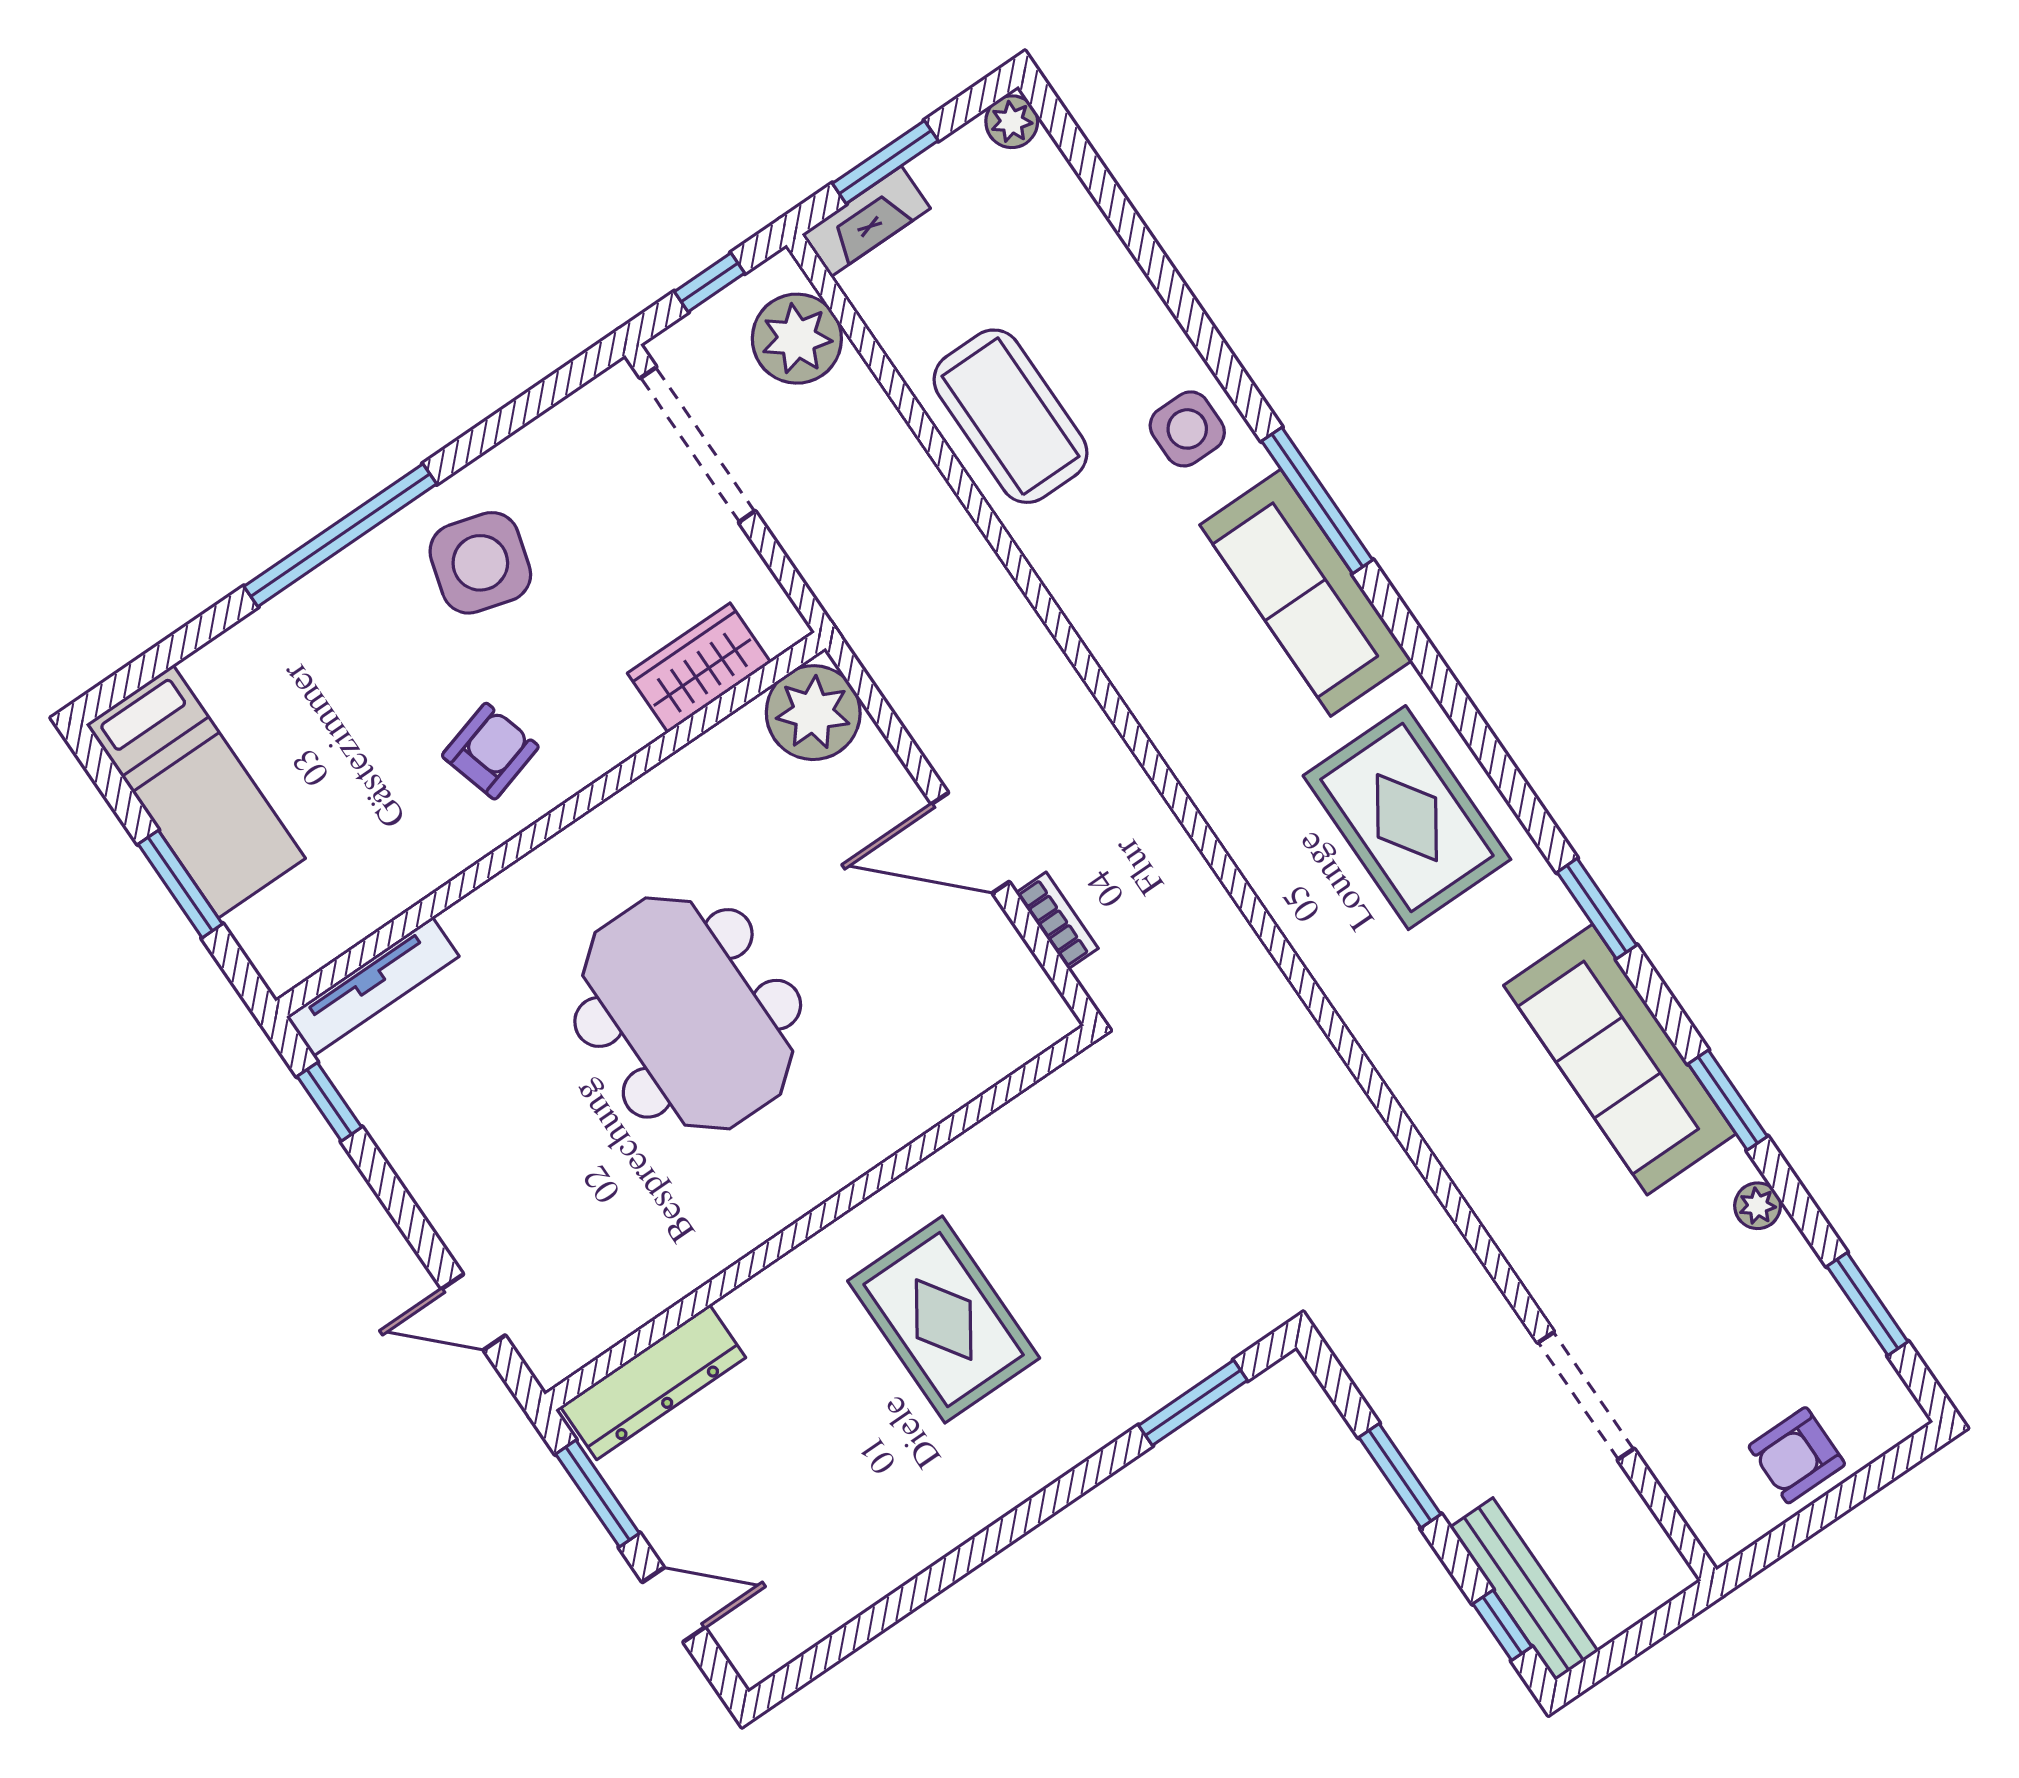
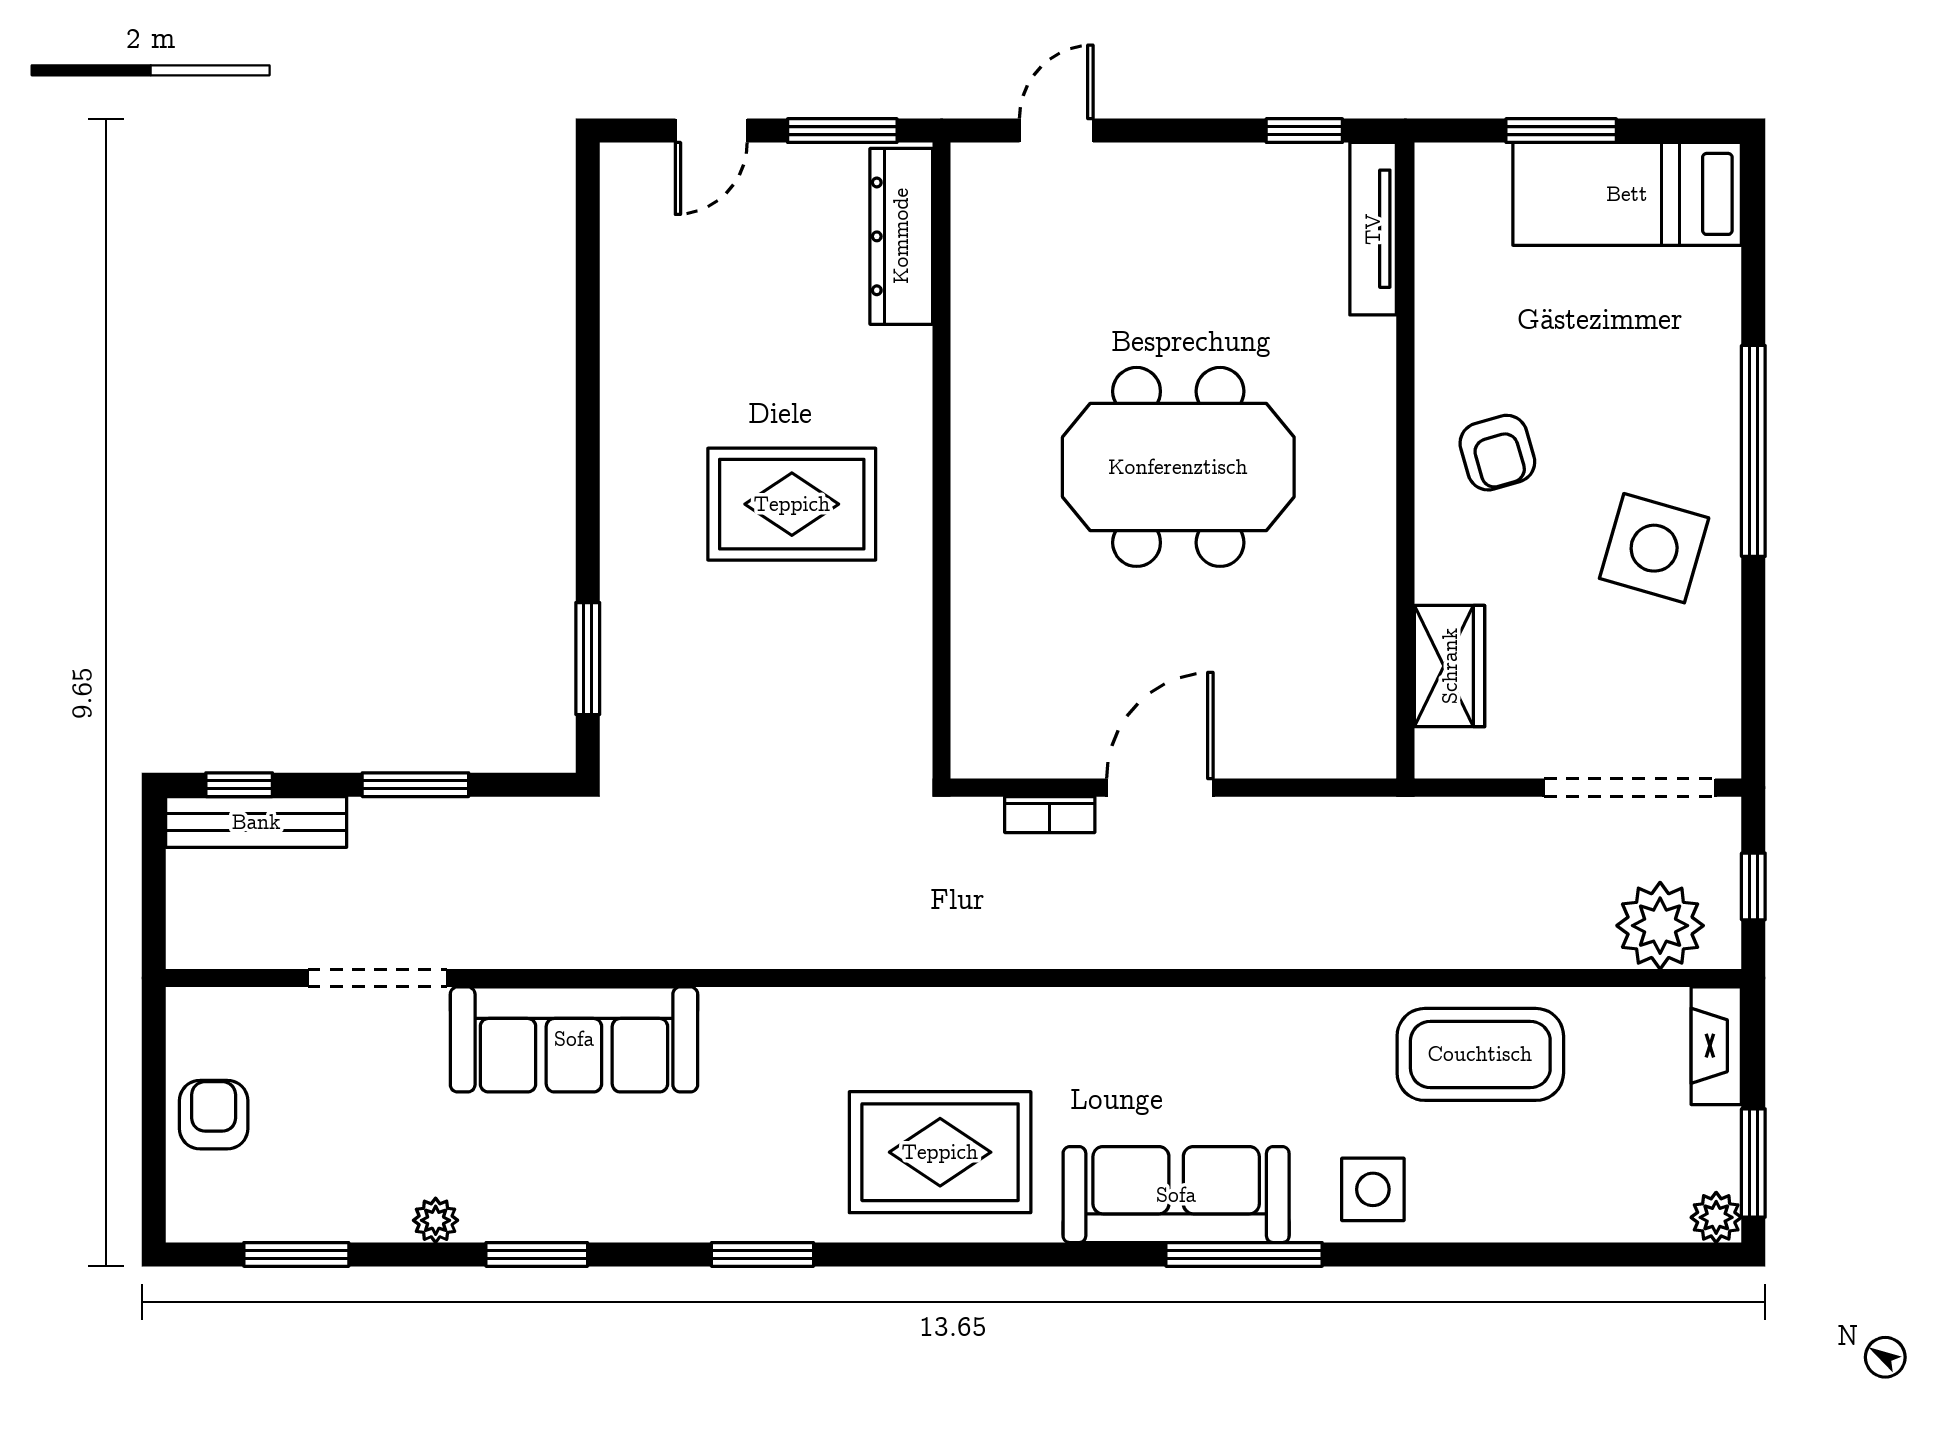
window: (885, 162) -> (1753, 1163), moved
plant: (813, 713) -> (1351, 733), removed
sofa: (1620, 1060) -> (574, 1039), moved, turned 180

